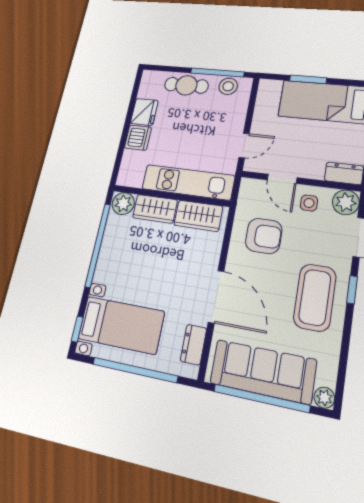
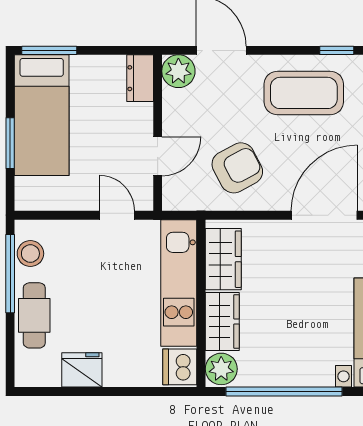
dishwasher: (138, 138) -> (180, 367), moved, turned -90
side table: (309, 203) -> (186, 117), removed
armchair: (264, 236) -> (237, 168), turned 62
window: (352, 290) -> (337, 50), moved

